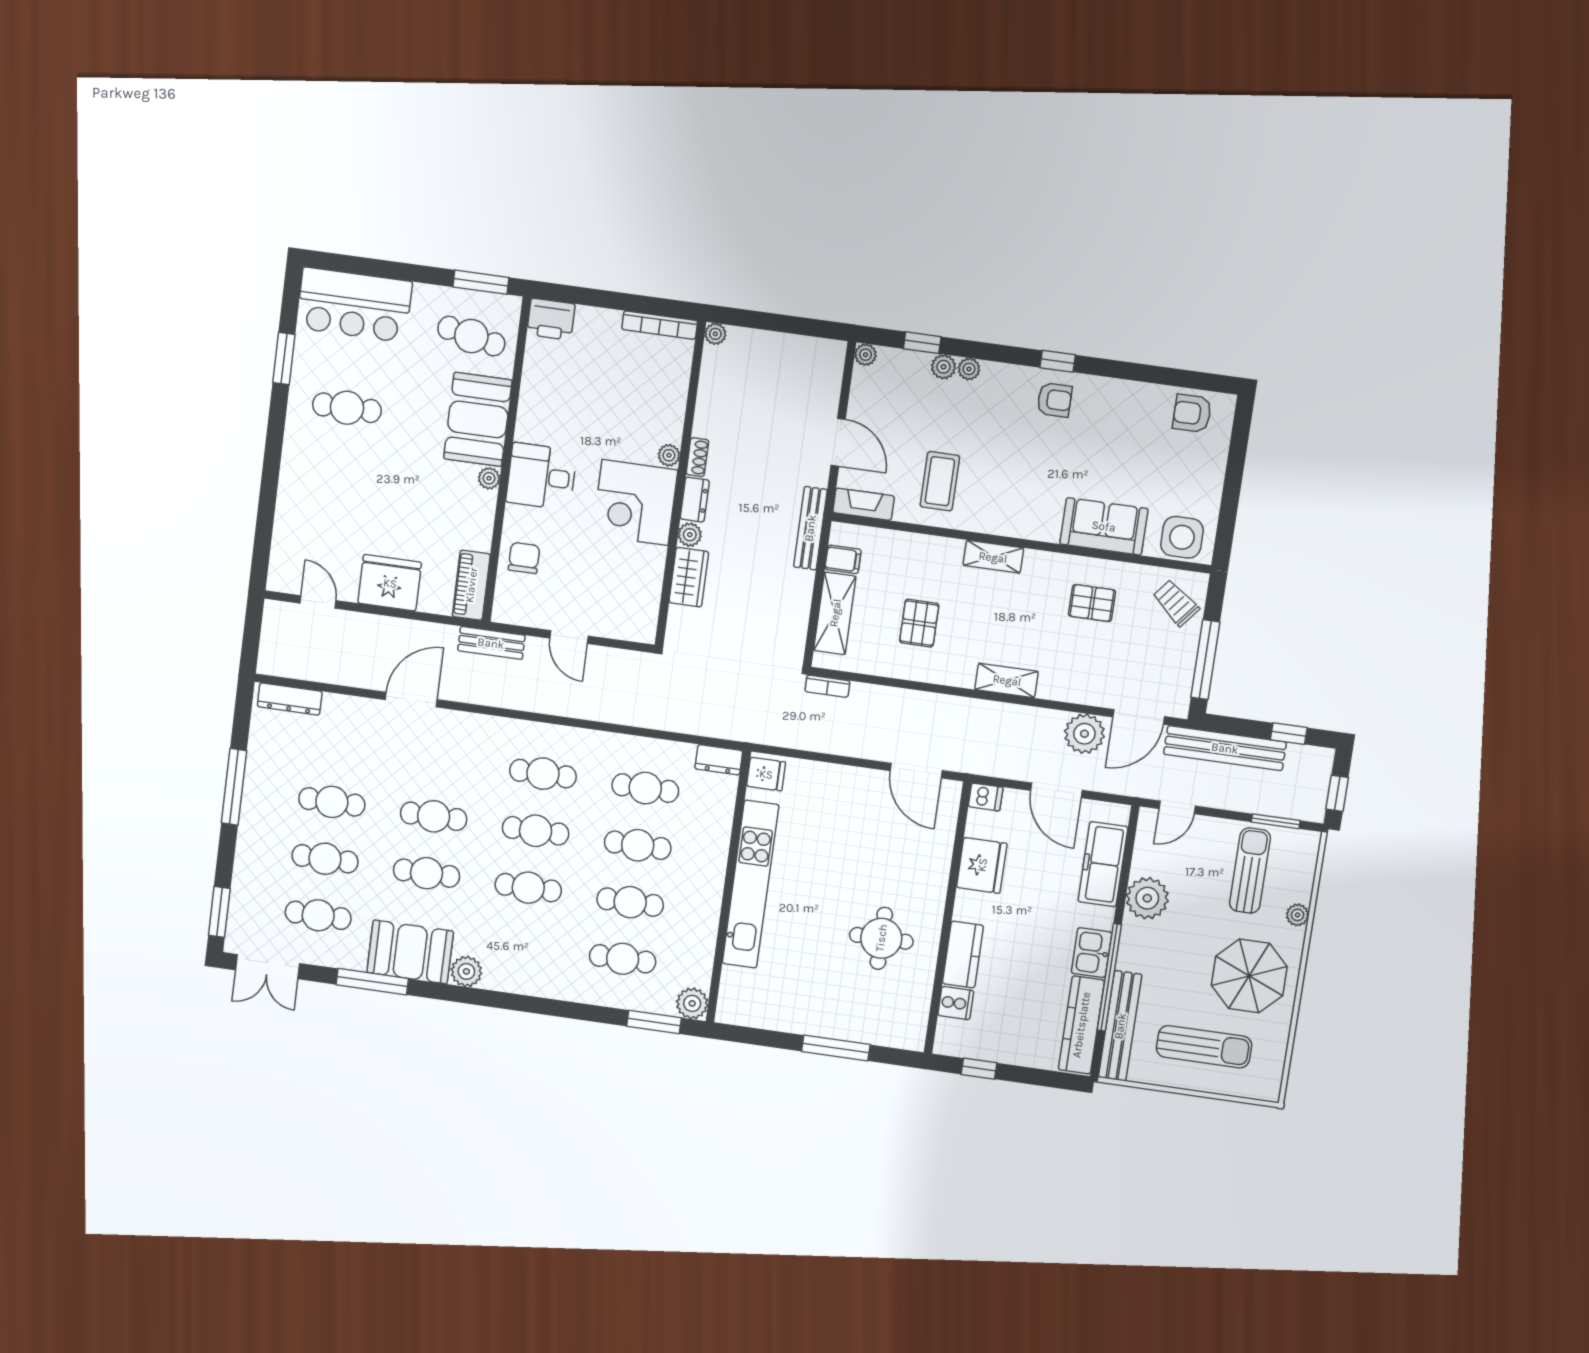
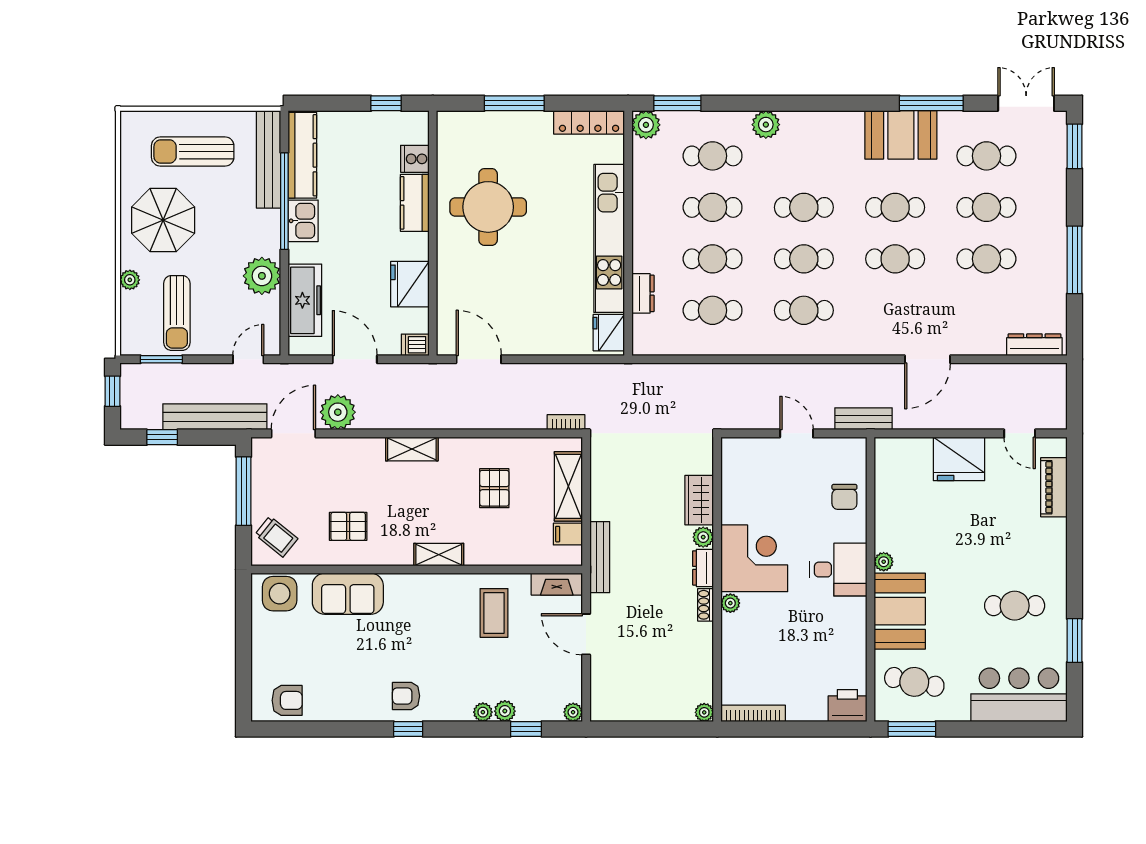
piano: (471, 585) -> (1054, 487), moved, turned 180
dresser: (719, 760) -> (643, 293), moved, turned 90
fridge: (766, 774) -> (609, 333), width x1.38
round table: (881, 938) -> (488, 207), width x1.36, depth x1.36
plant: (466, 971) -> (766, 125), moved
locker: (755, 1015) -> (589, 122), added

